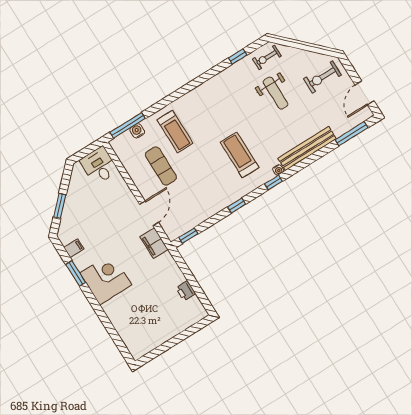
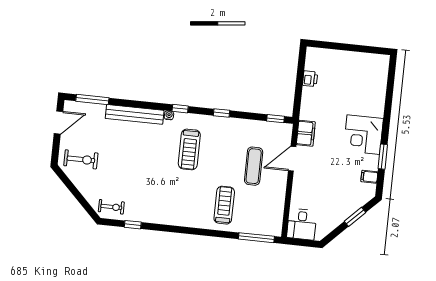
weight bench: (276, 93) -> (126, 175), removed
water cooler: (137, 131) -> (252, 228), removed
exercise mat: (161, 166) -> (254, 166), moved

